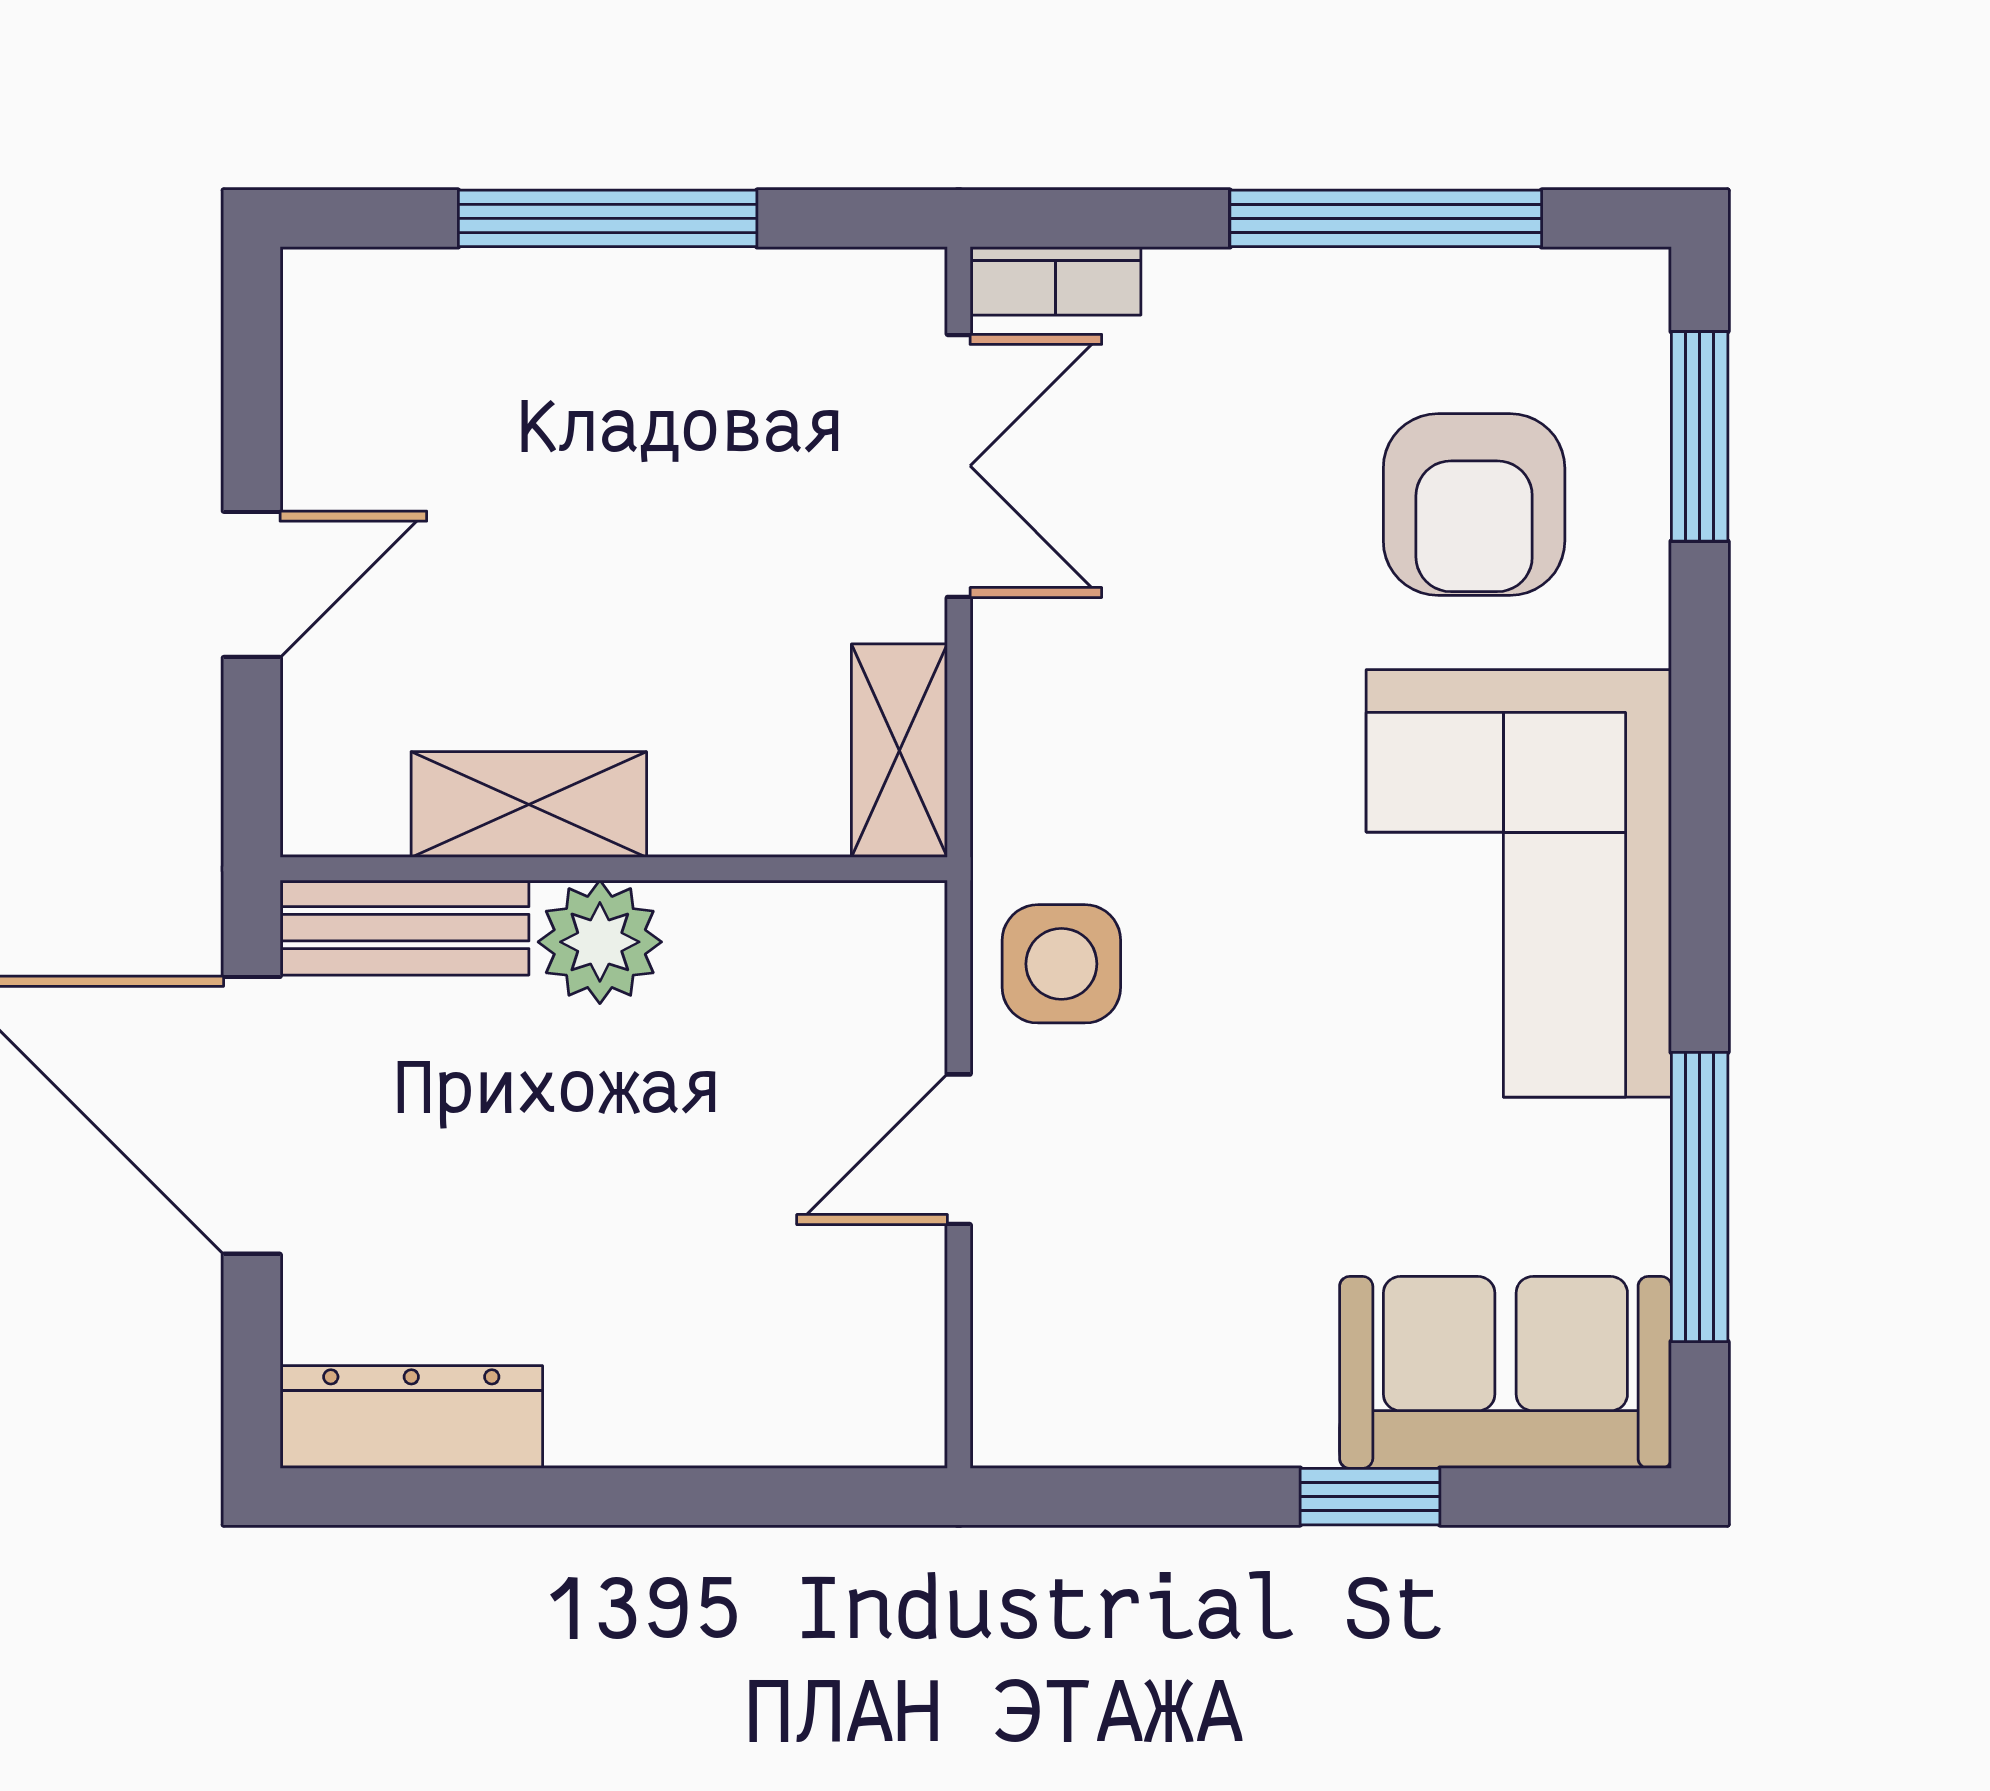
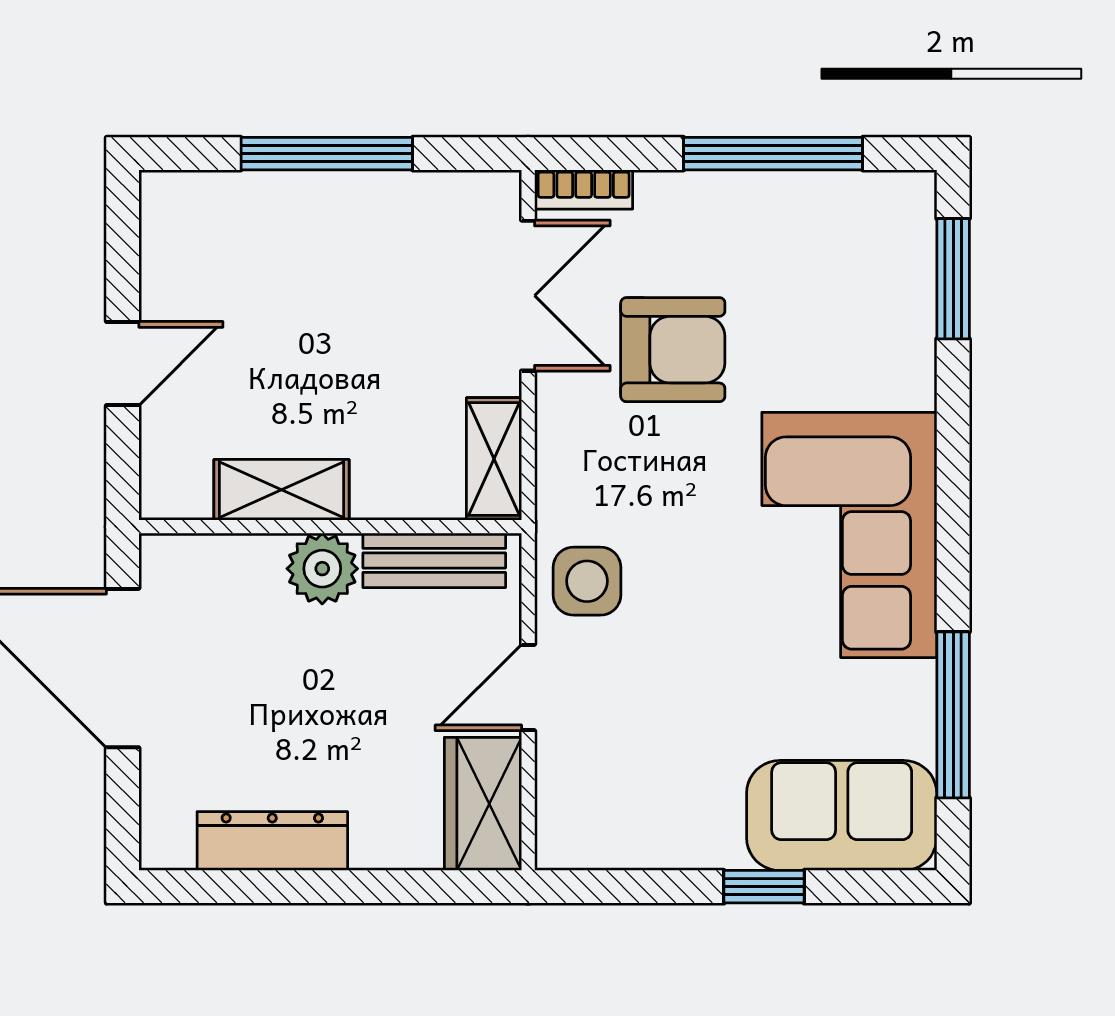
armchair: (1474, 505) -> (673, 350), moved, turned -90
bench: (405, 928) -> (434, 560), moved
wardrobe: (880, 1352) -> (483, 804), added
dresser: (411, 1417) -> (272, 841), moved

